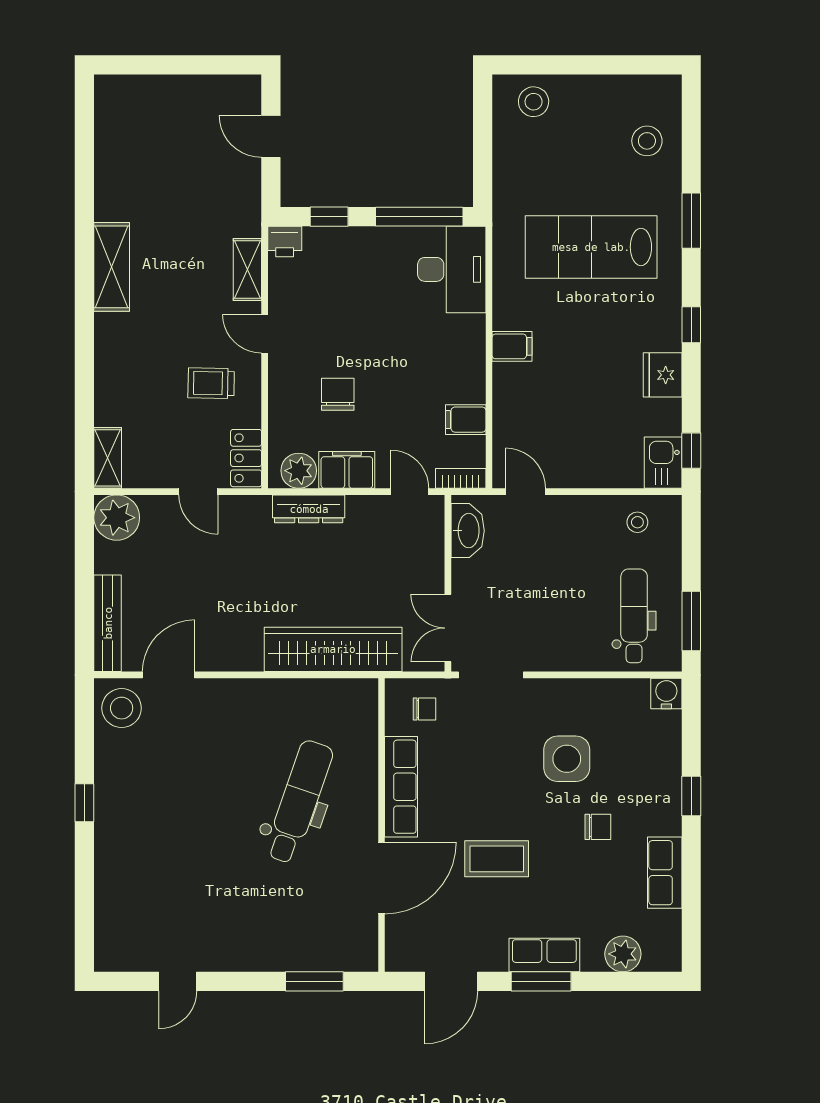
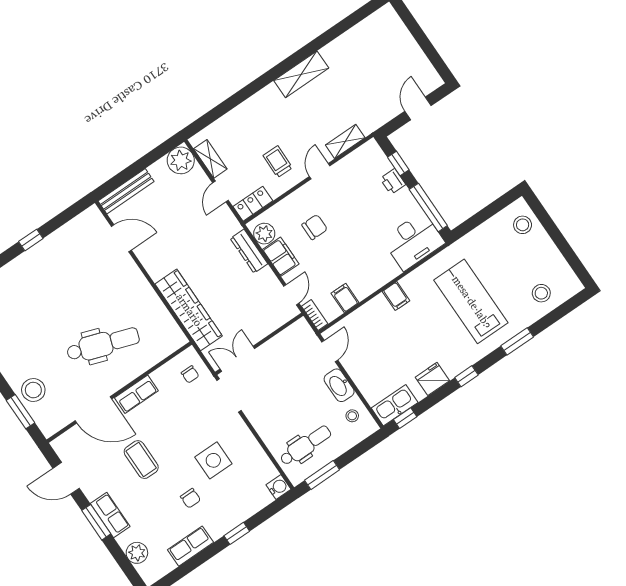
printer: (285, 241) -> (393, 182), moved
shelving: (108, 458) -> (210, 159), moved, turned 90
kitchen sink: (663, 463) -> (395, 405), width x1.38
washbasin: (468, 531) -> (339, 385), moved, turned 90
stool: (122, 708) -> (33, 390), moved
row of seats: (401, 787) -> (136, 394), width x0.68

